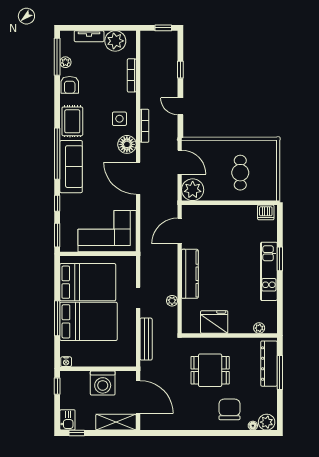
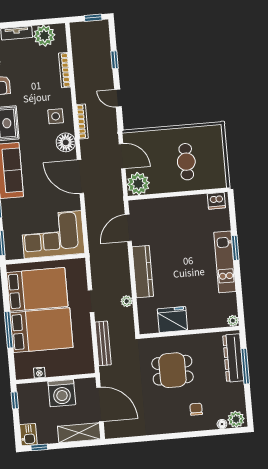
plant: (259, 328) -> (233, 321), moved
nightstand: (66, 362) -> (39, 373), moved
chair: (229, 409) -> (196, 409), width x0.54, depth x0.54

